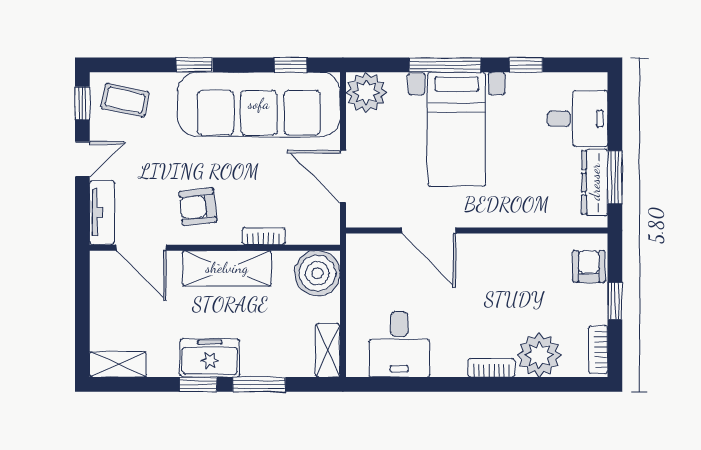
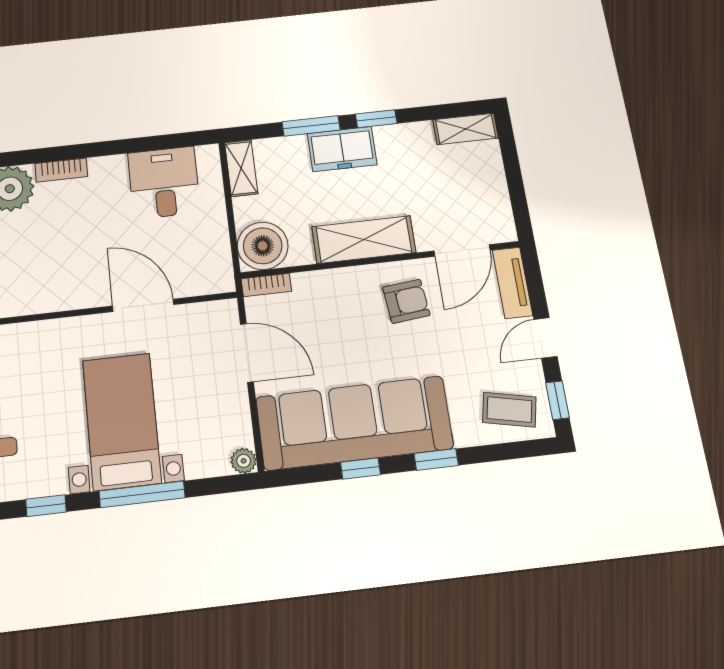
window: (291, 65) -> (361, 468), moved
plant: (366, 93) -> (244, 461), width x0.53, depth x0.53
bookcase: (264, 236) -> (266, 285), moved
door: (141, 248) -> (462, 250), swing flipped
freezer: (210, 358) -> (342, 149), moved

